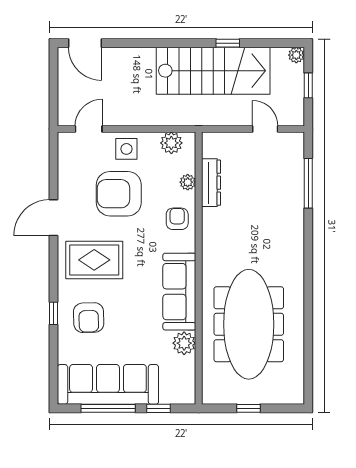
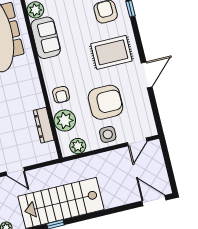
plant: (188, 182) -> (65, 120), width x1.88, depth x1.88
sofa: (179, 292) -> (46, 38), width x0.73

